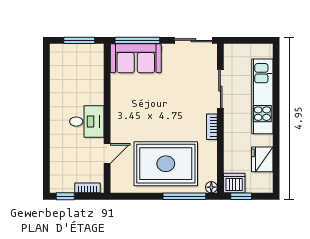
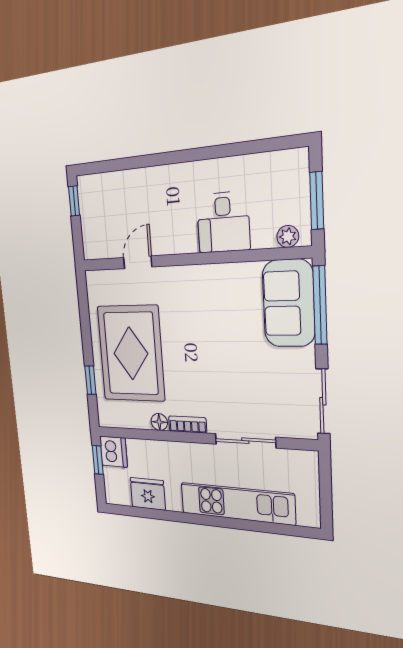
plant: (98, 57) -> (288, 236), added
desk: (87, 122) -> (223, 222), moved
door: (107, 154) -> (138, 262), swing flipped
floor lamp: (211, 187) -> (159, 422), moved
bookcase: (87, 188) -> (88, 235), removed
window: (184, 196) -> (90, 380), width x0.46

